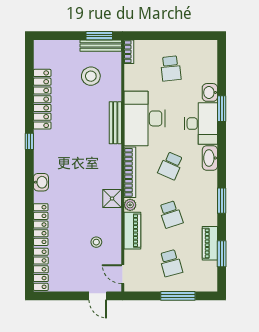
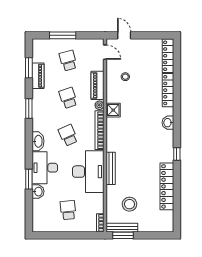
school desk: (171, 166) -> (68, 135), turned -48

